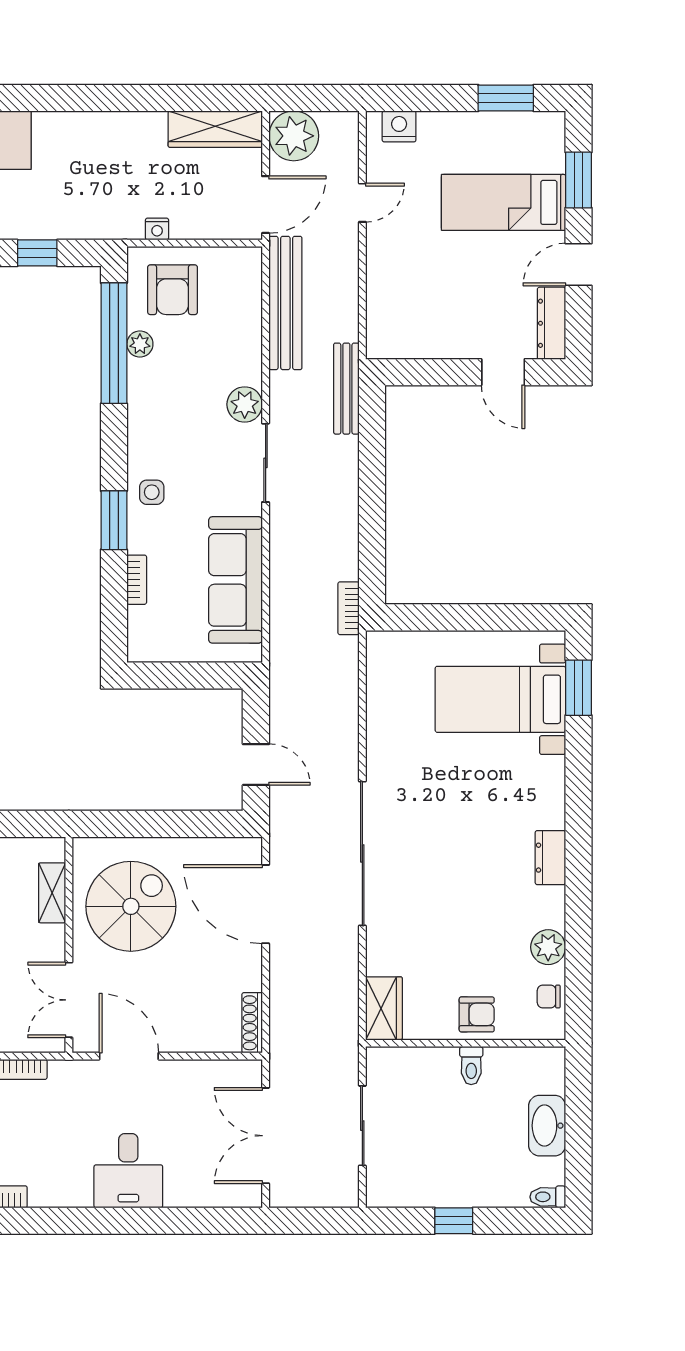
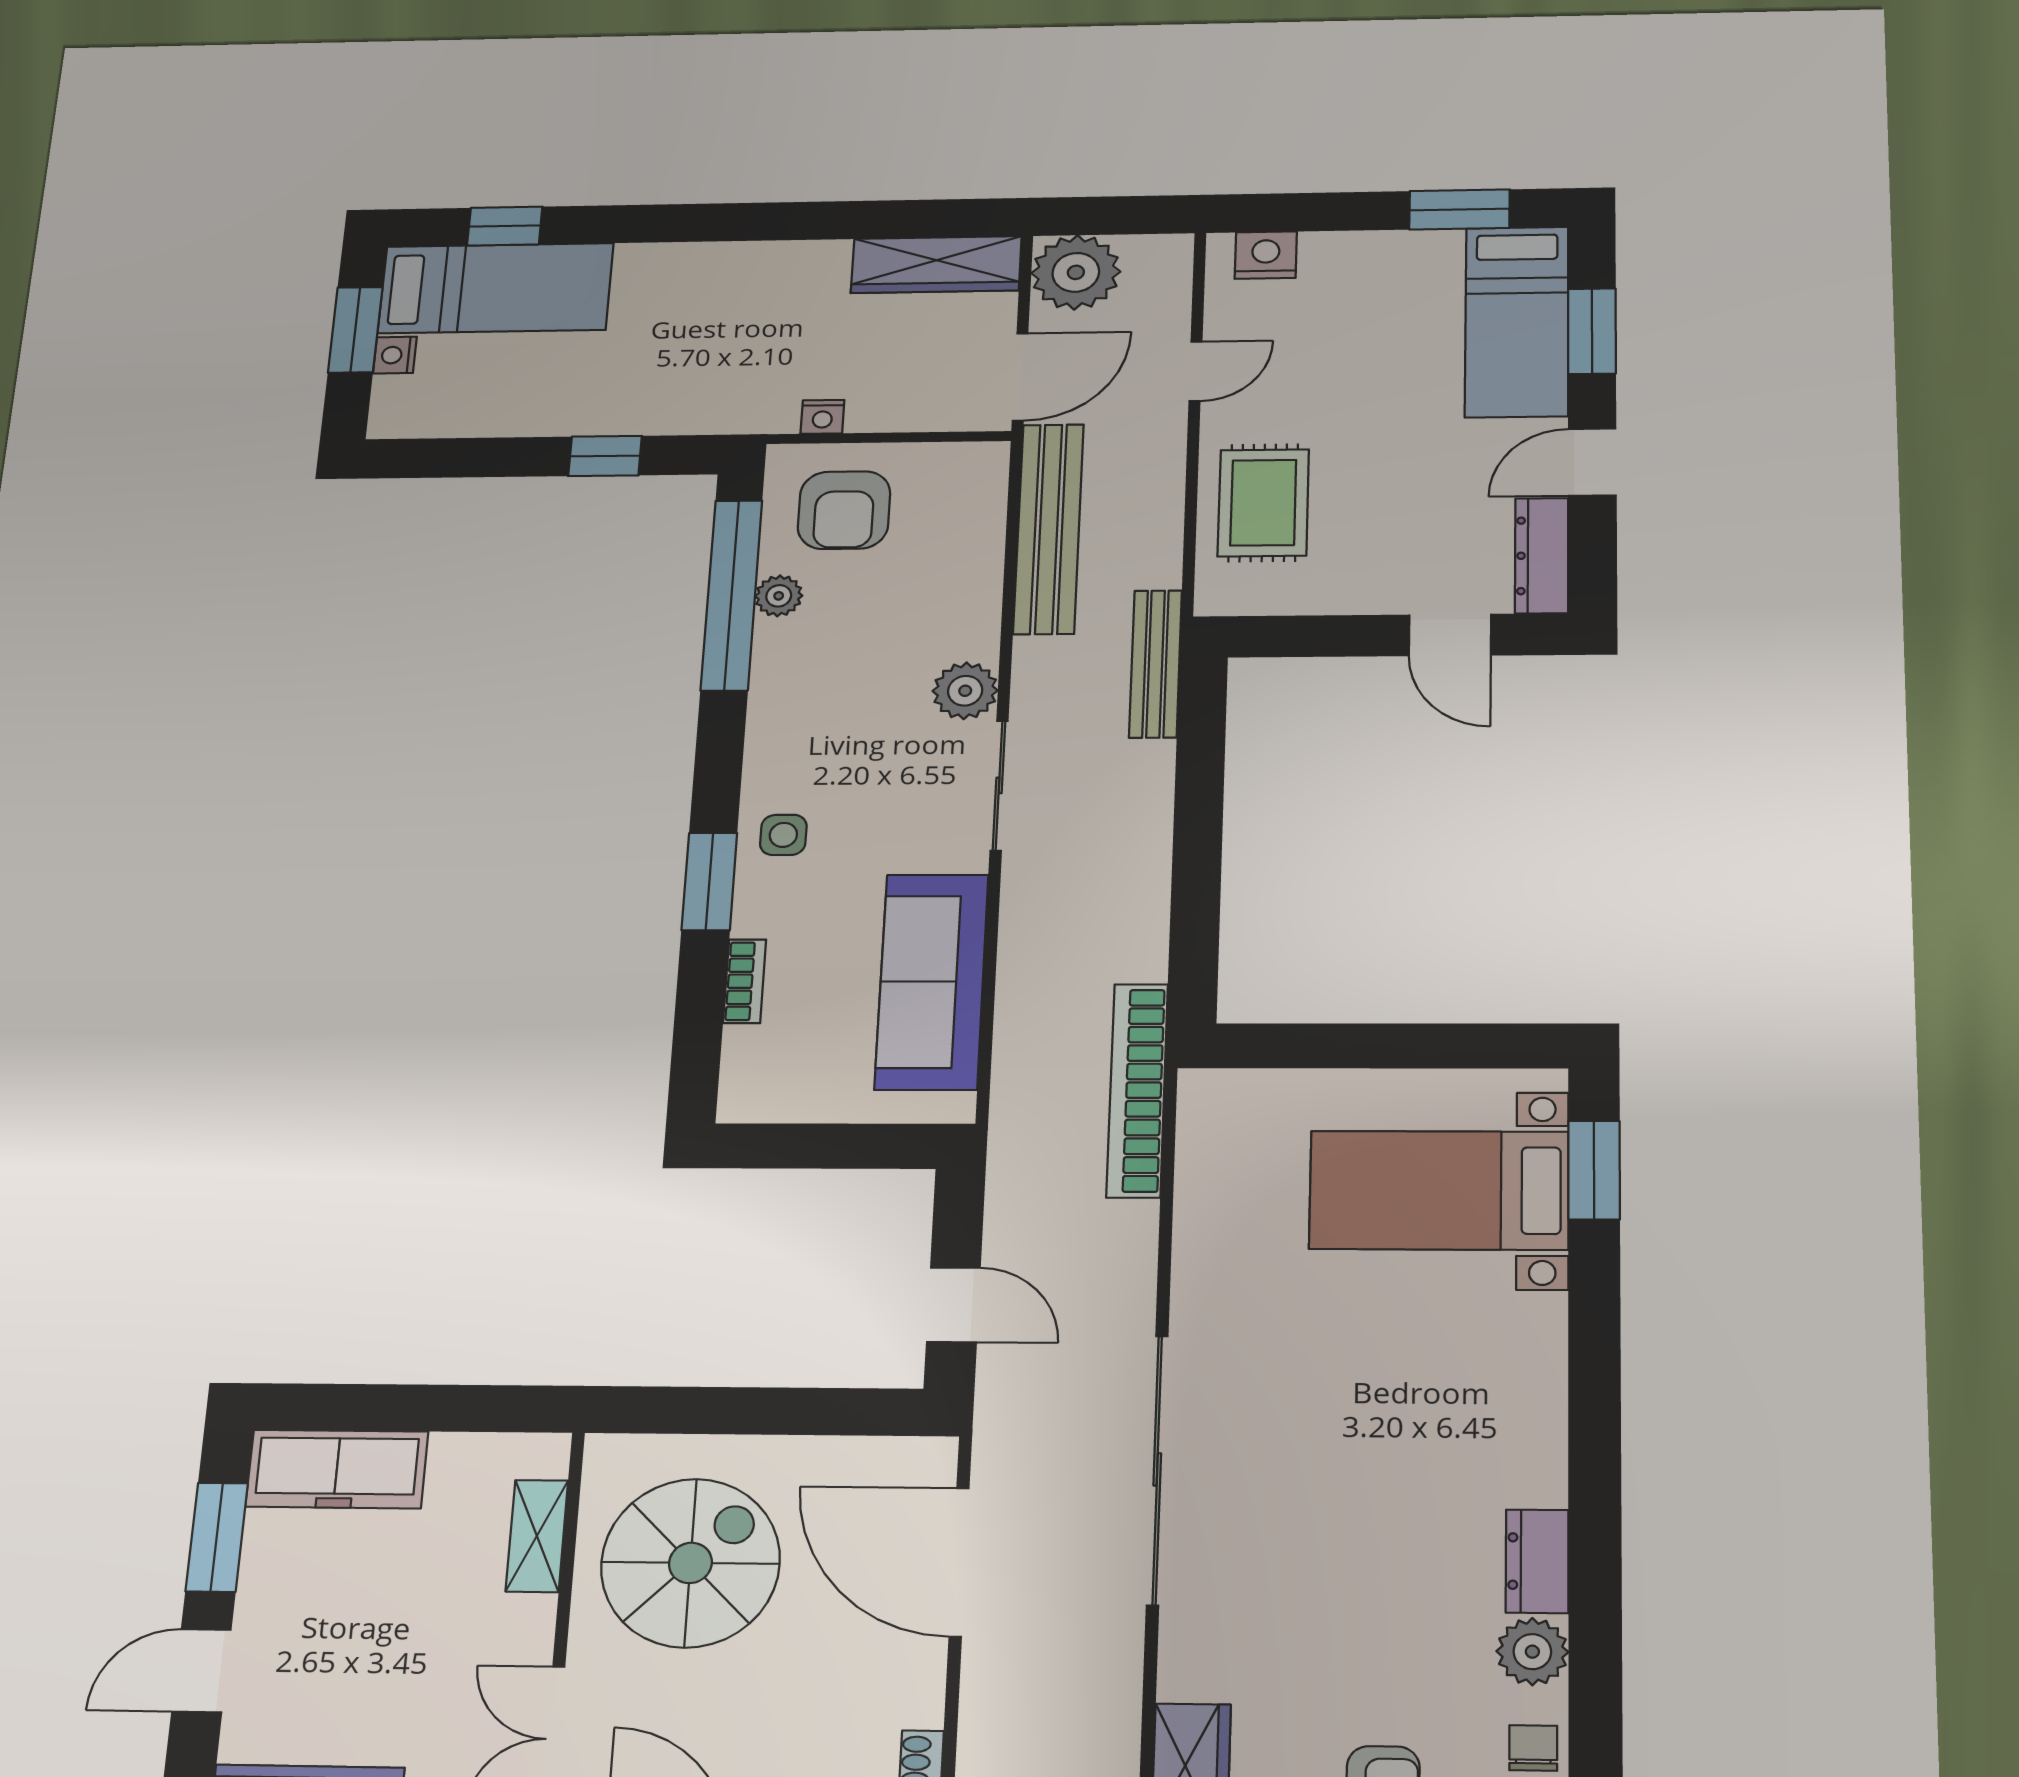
bed: (504, 202) -> (1517, 322), moved, turned -90
rug: (402, 288) -> (1263, 503), added
bookcase: (349, 608) -> (1137, 1090), width x2.31, depth x1.31
dresser: (550, 858) -> (1537, 1561), moved
chair: (549, 996) -> (1533, 1748), turned 90

